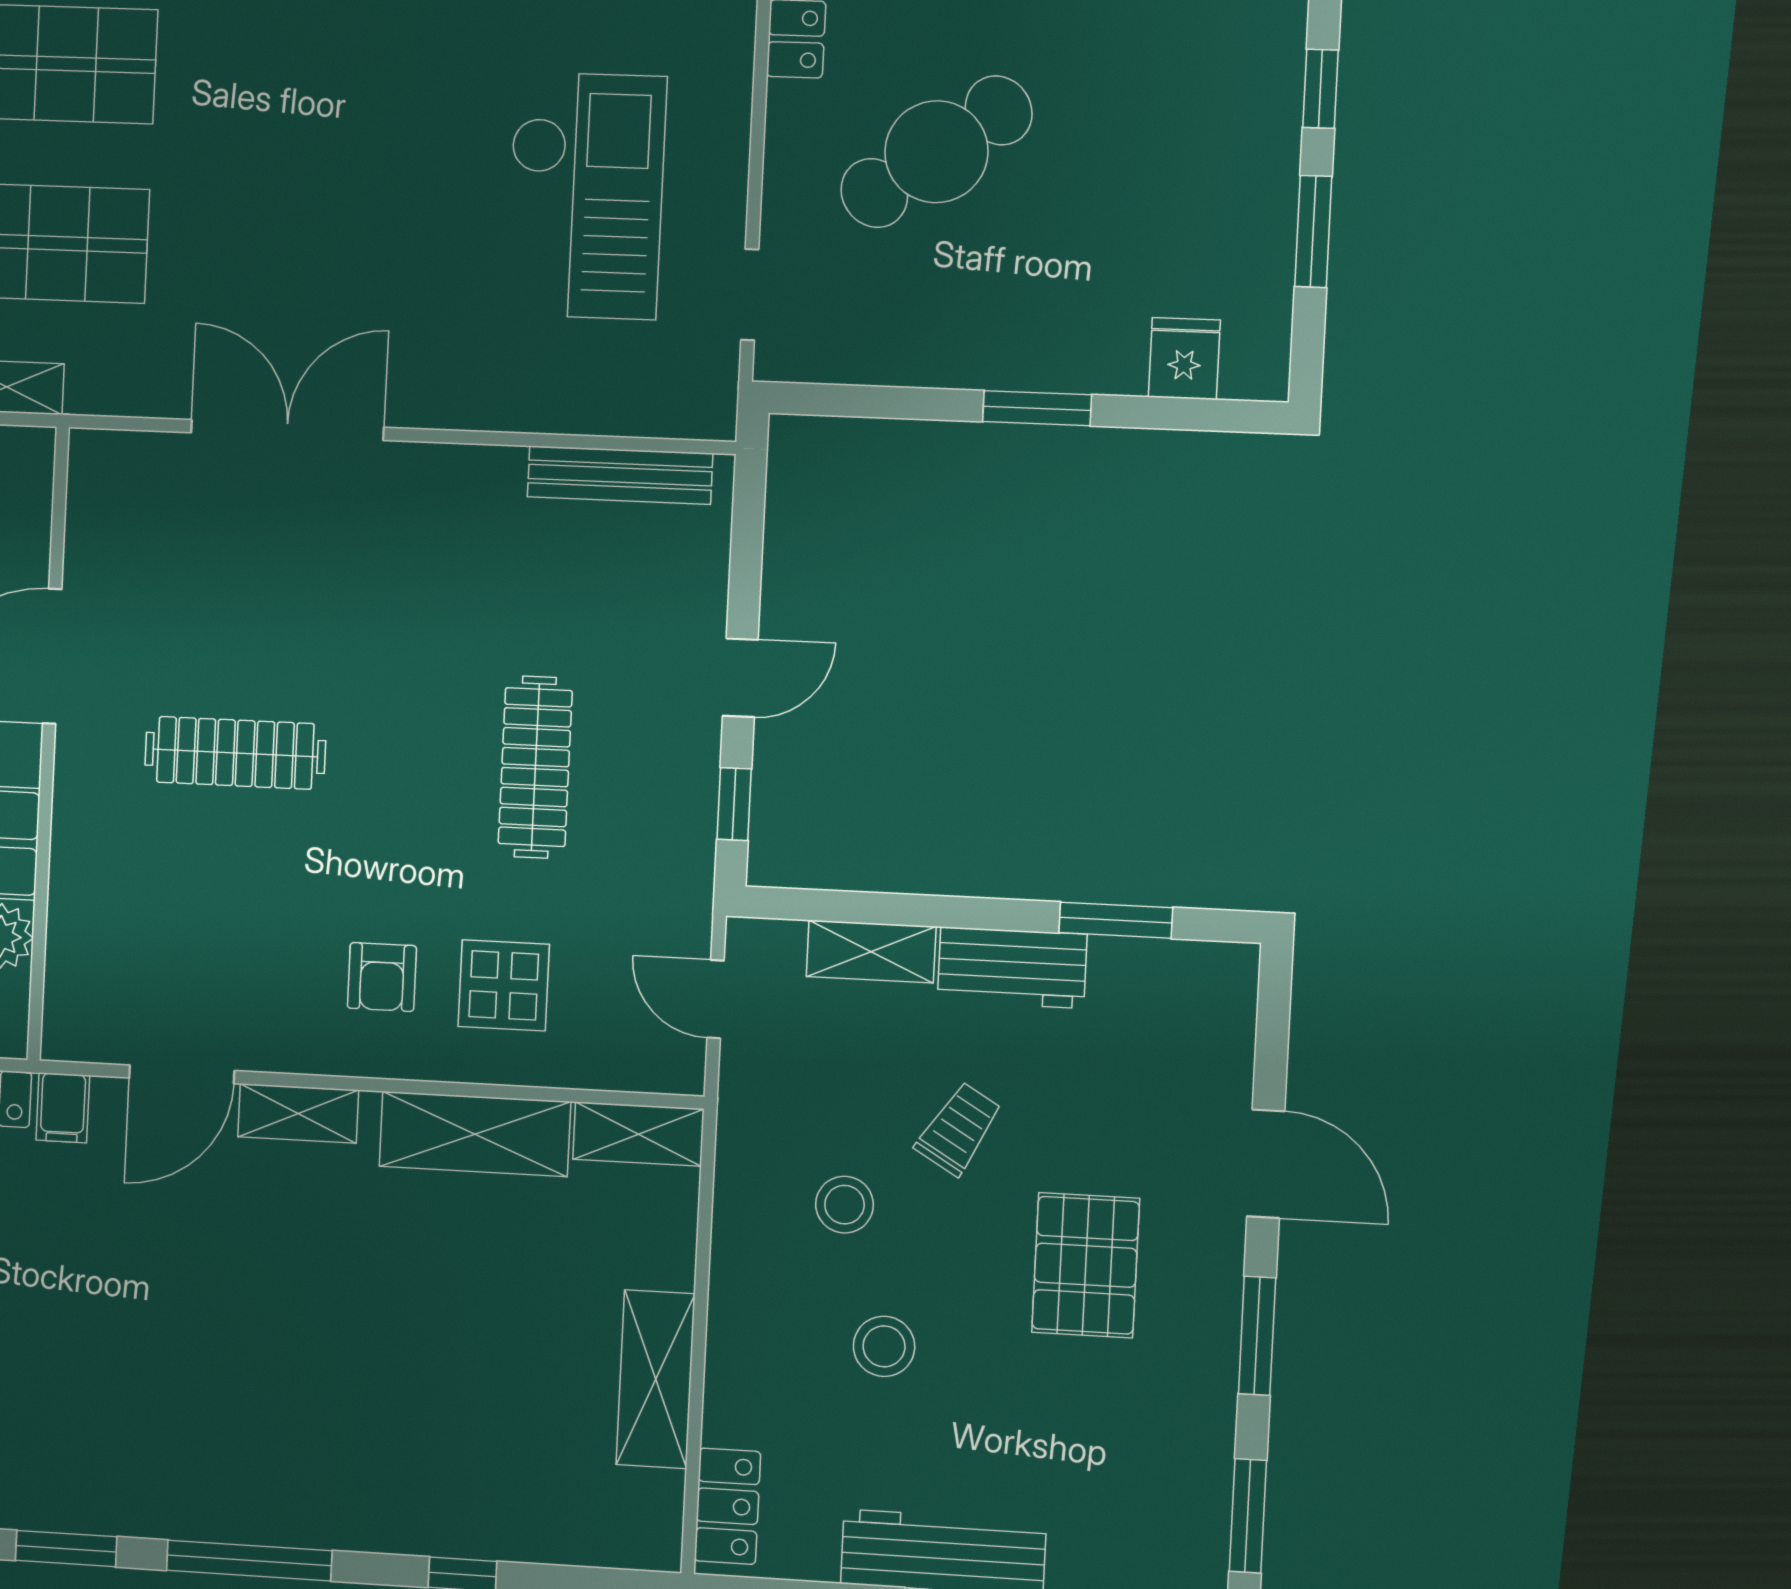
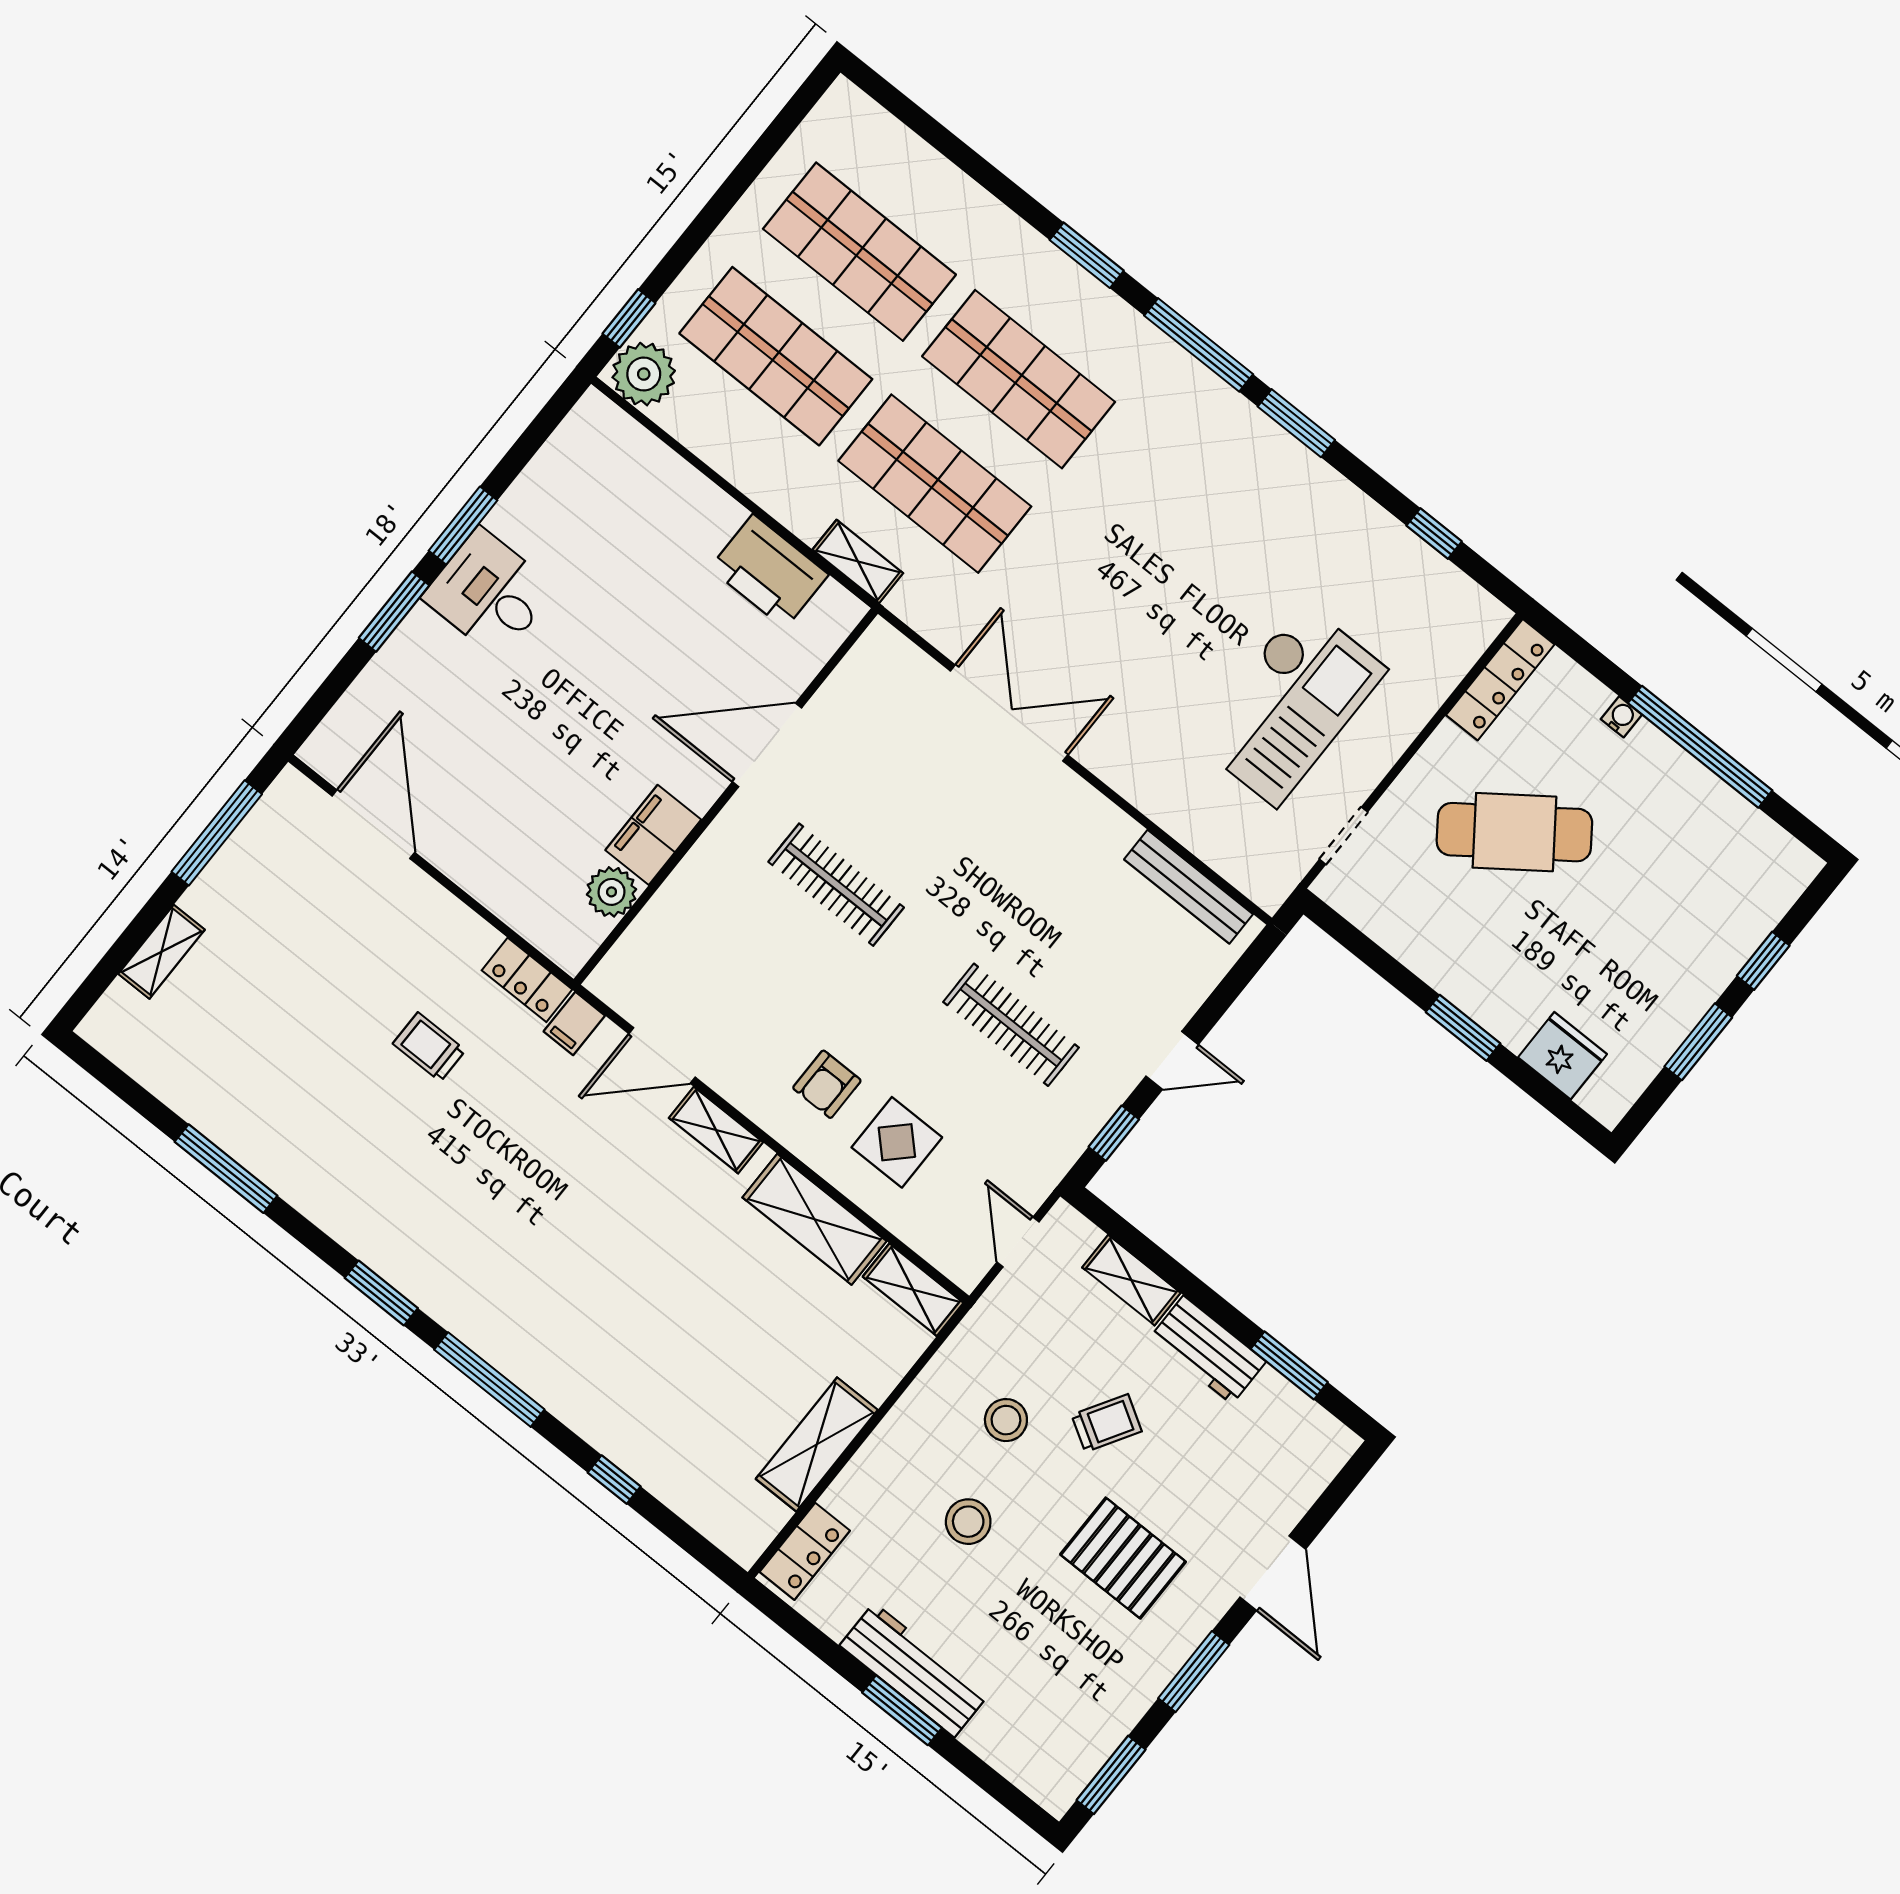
fridge: (1184, 359) -> (1562, 1056), width x1.38
clothes rail: (535, 767) -> (1011, 1025), turned 90
pallet: (1086, 1265) -> (1123, 1558), turned 90

